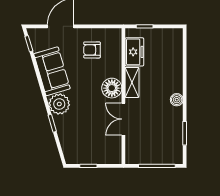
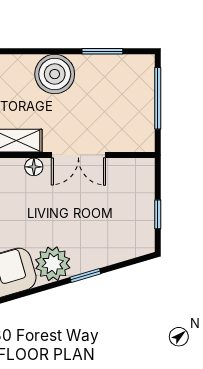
floor lamp: (112, 88) -> (34, 167), width x0.53, depth x0.53
boiler: (177, 100) -> (55, 74), width x1.86, depth x1.86

